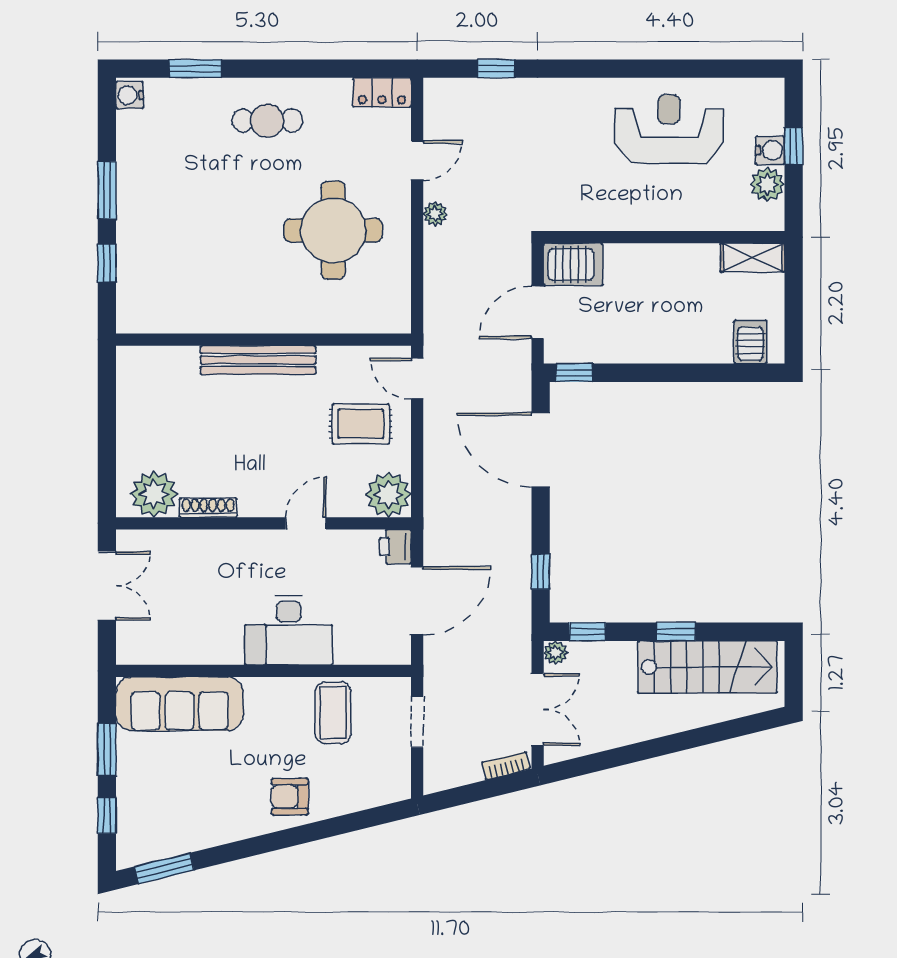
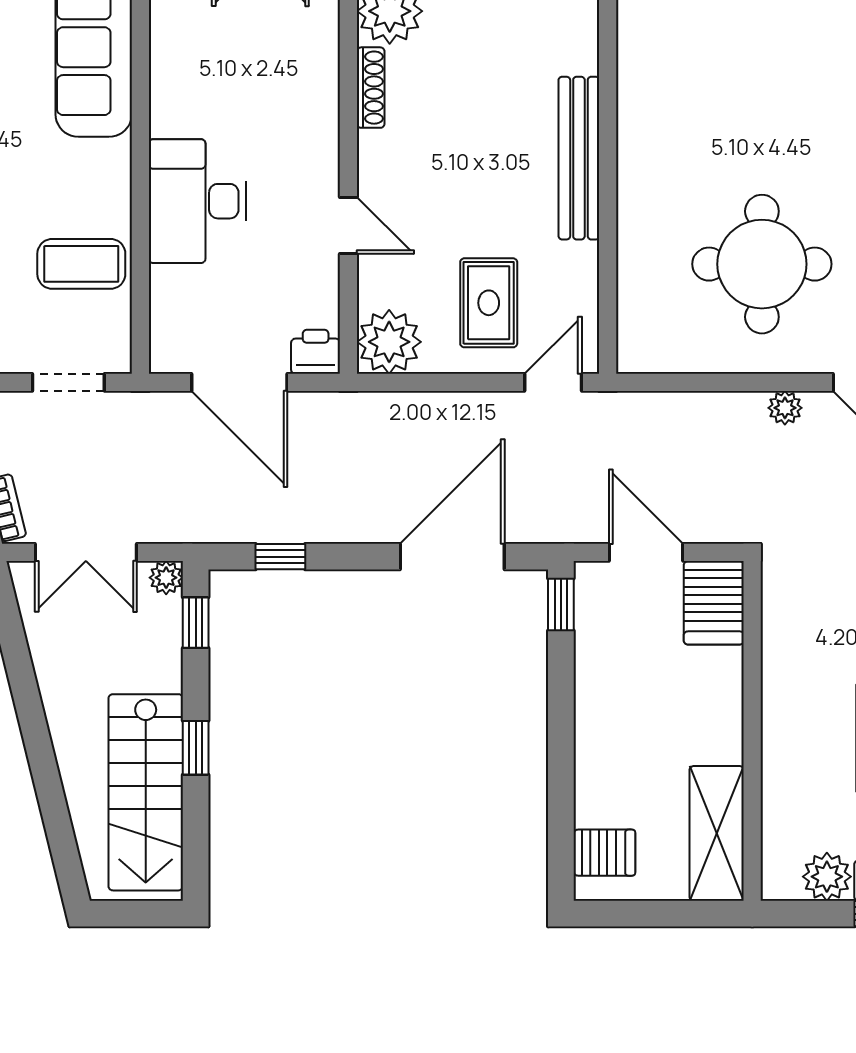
shelving: (753, 258) -> (717, 833), width x1.50, depth x1.33

